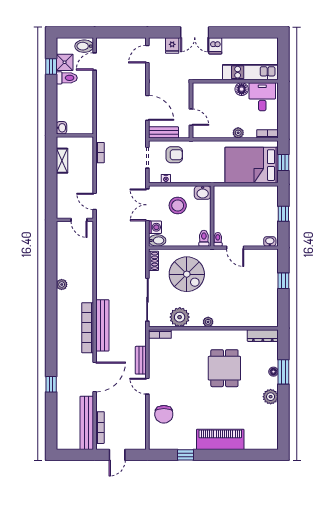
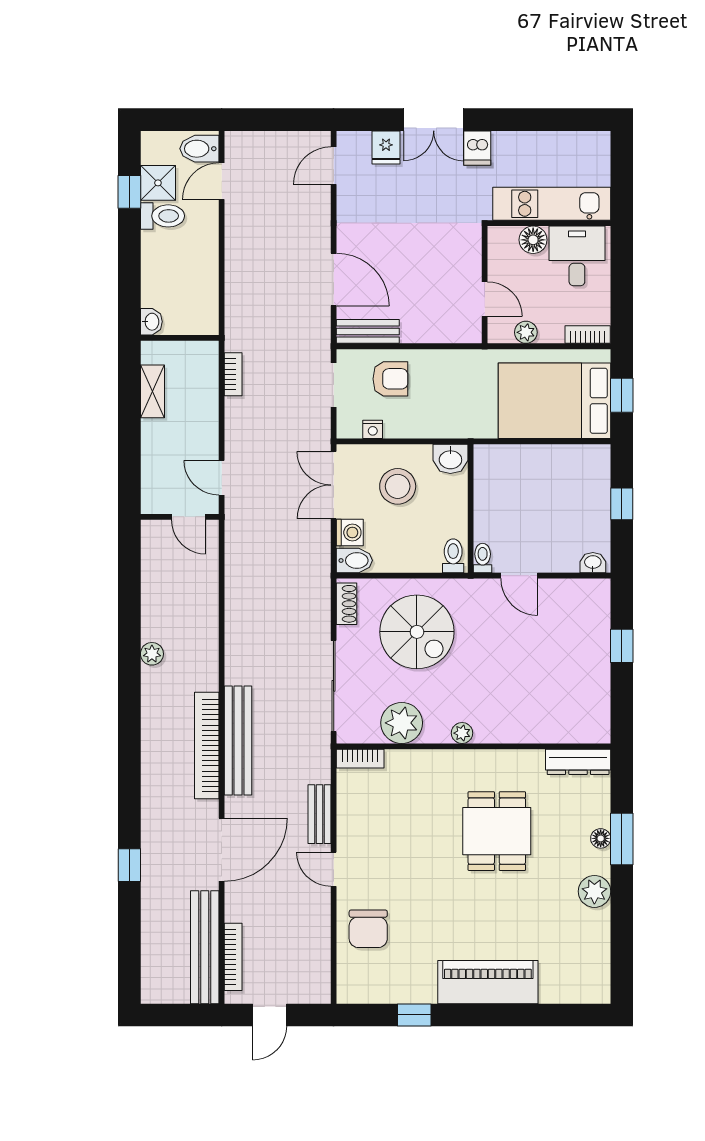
wall: (191, 110) -> (485, 285), moved
door: (191, 117) -> (485, 299), moved

